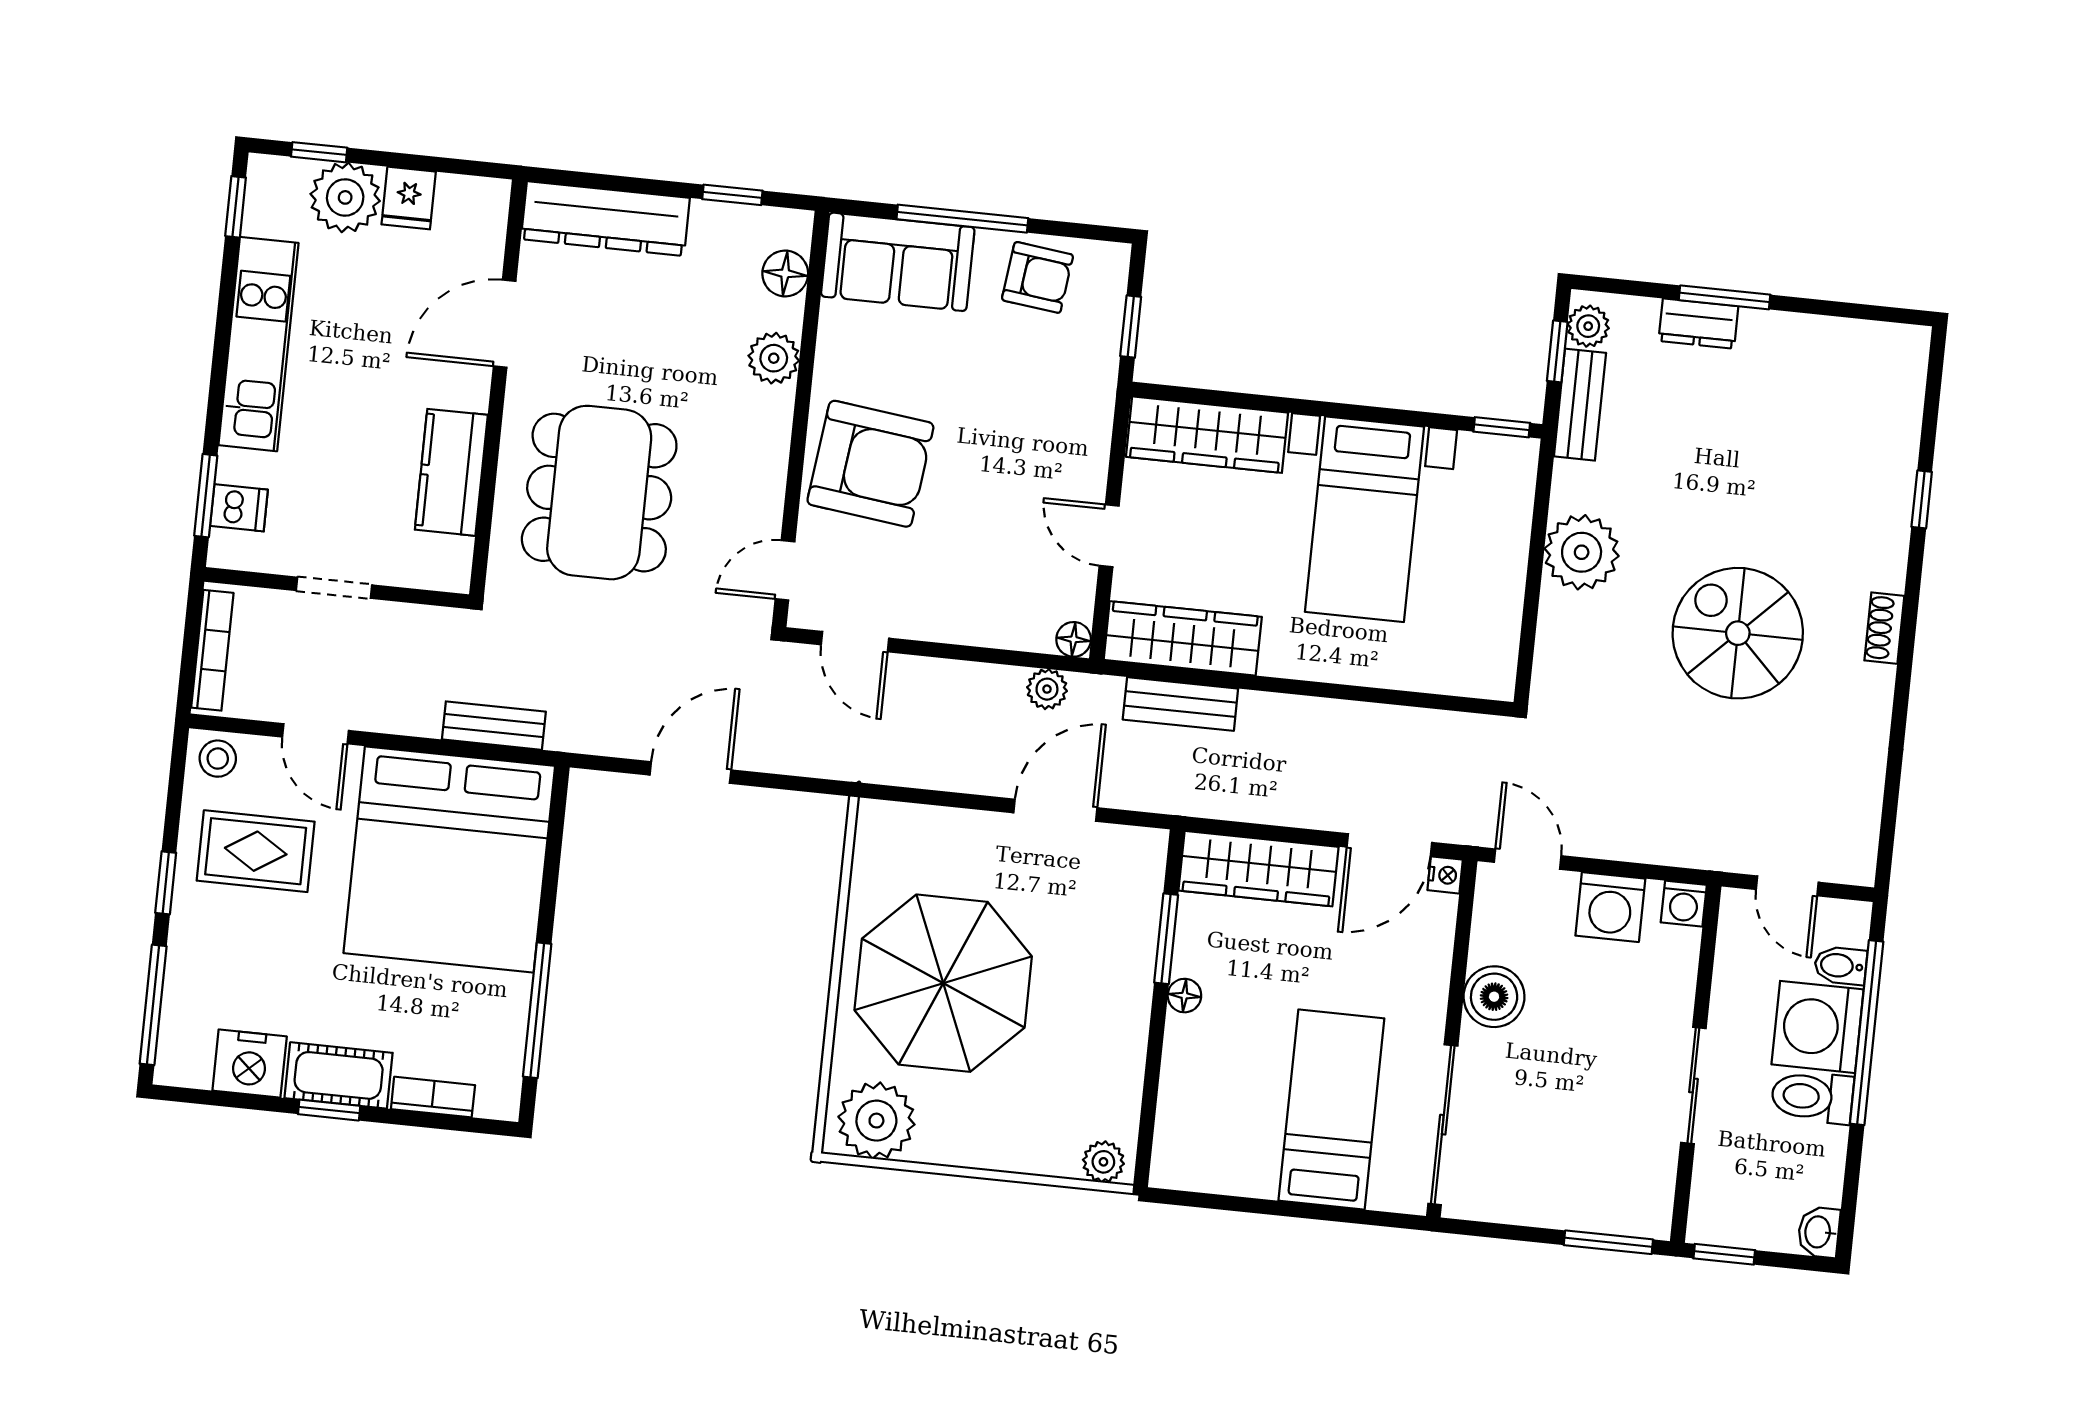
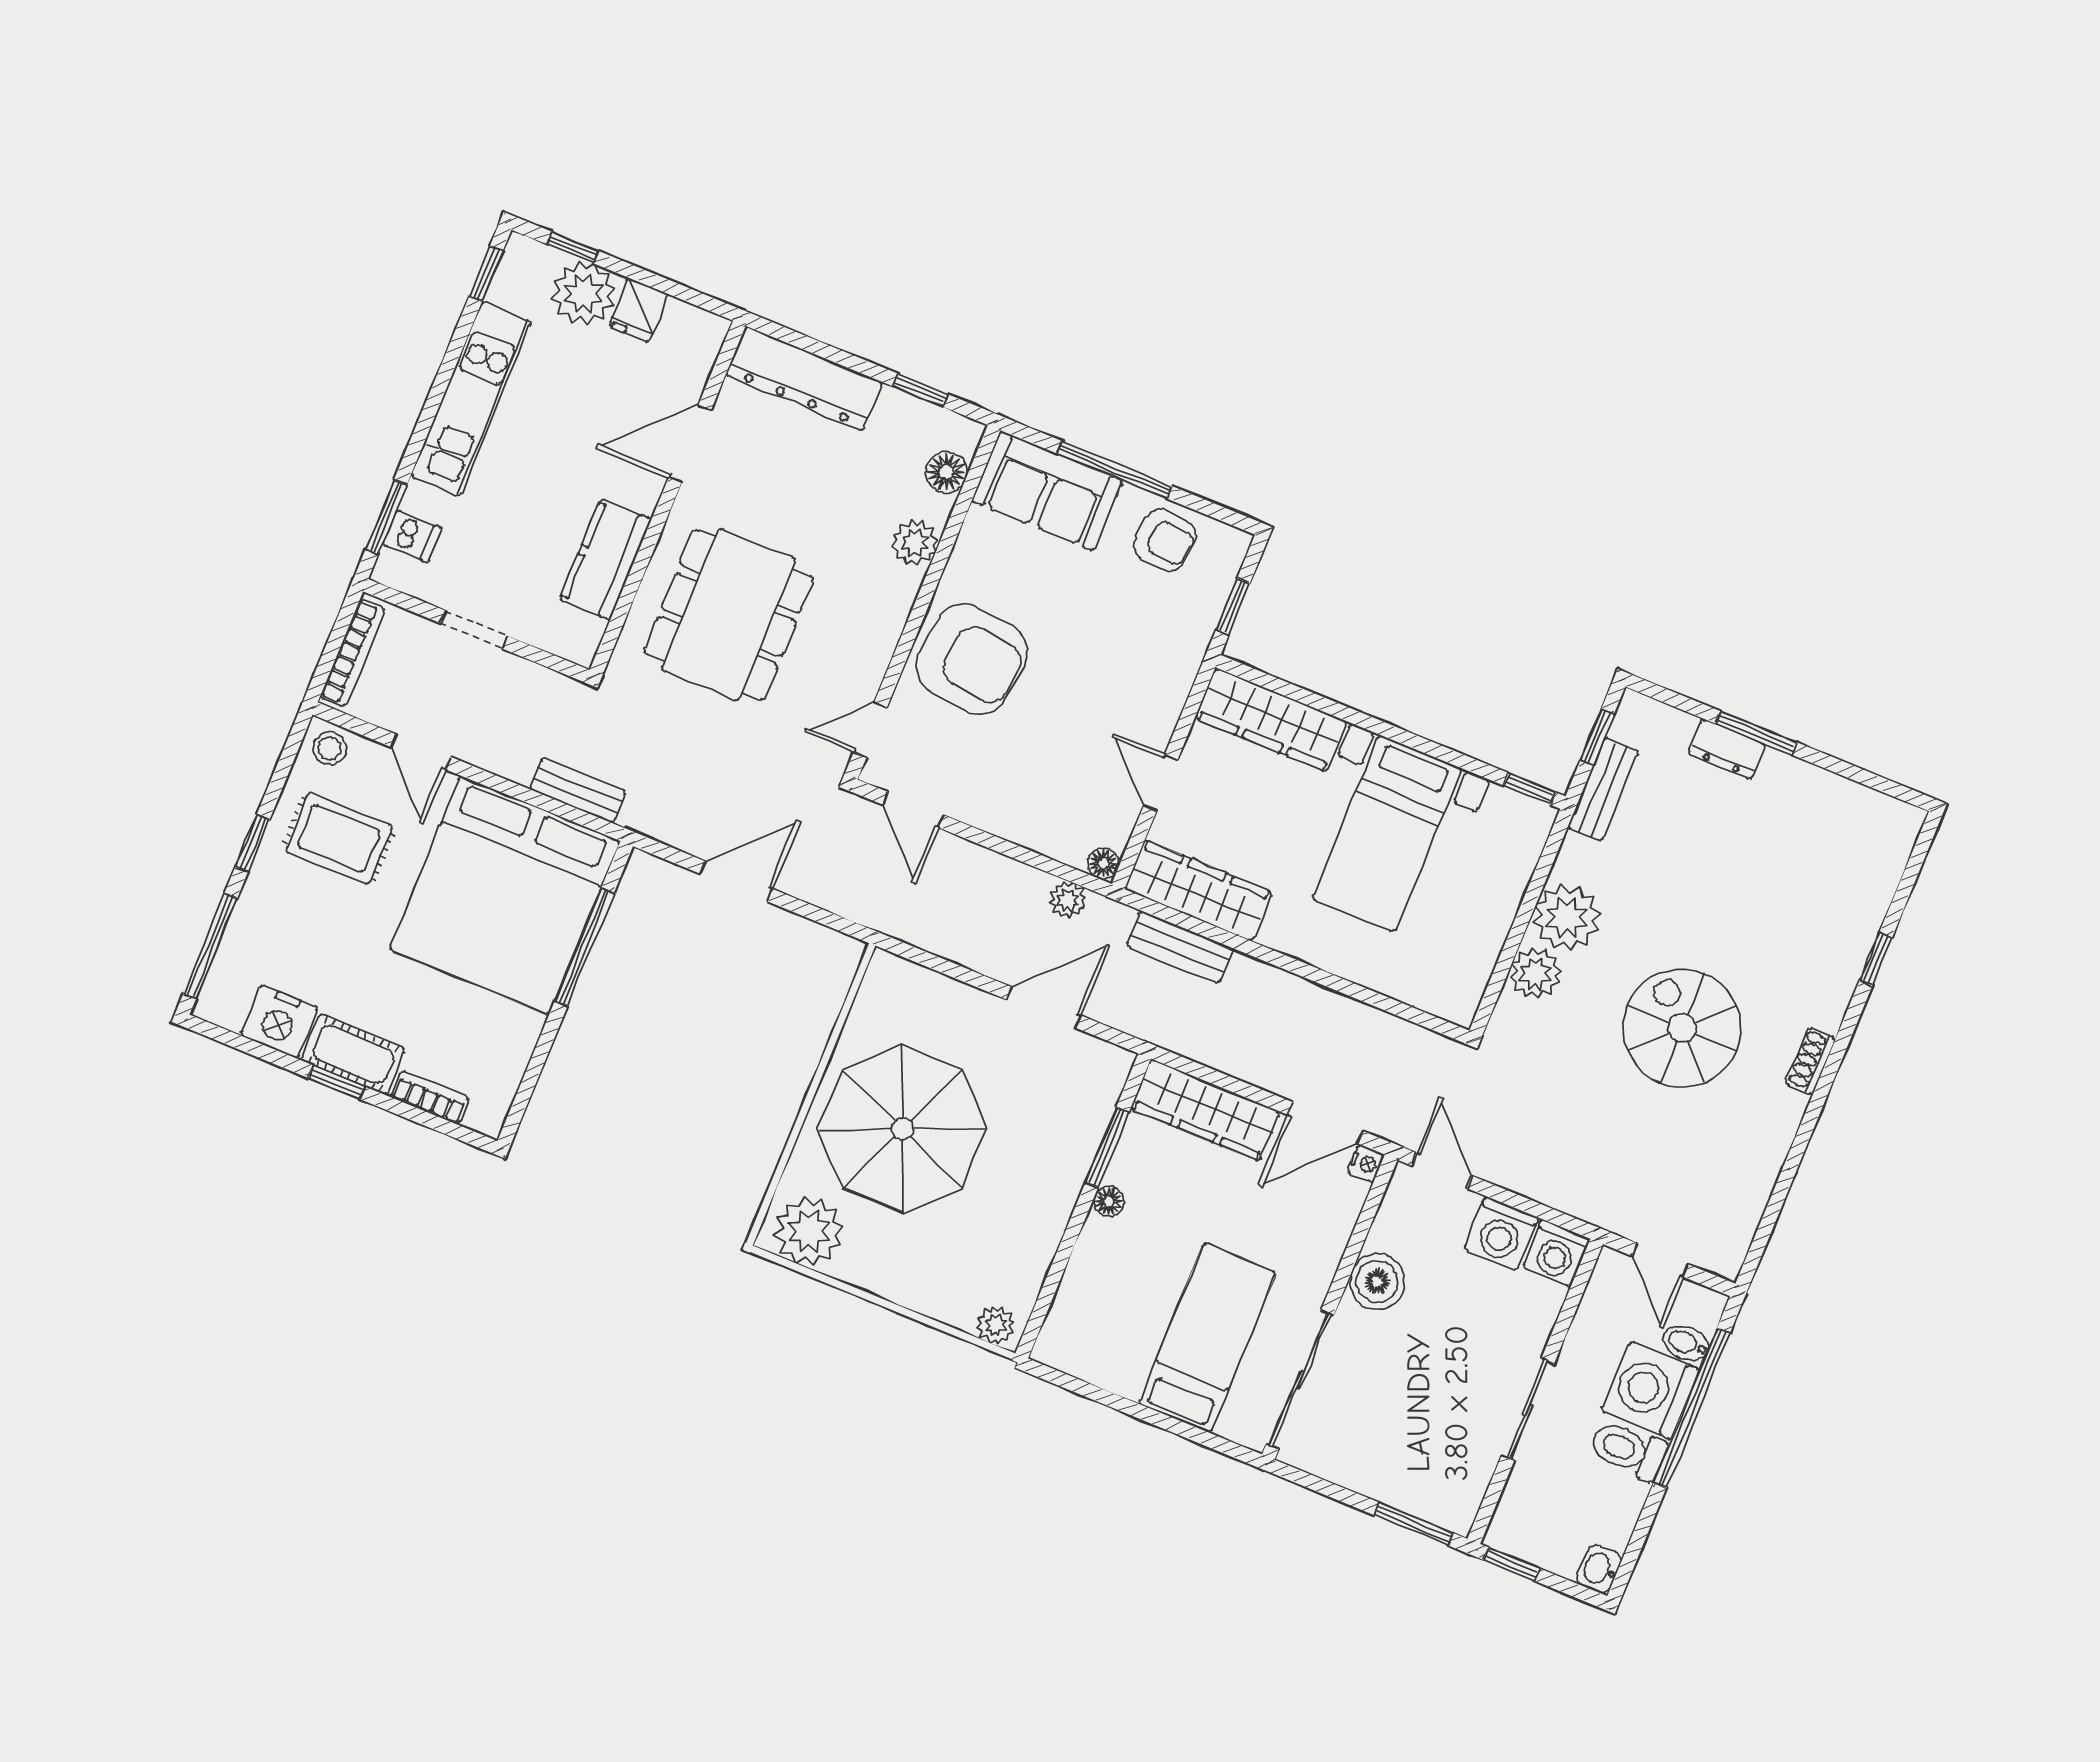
plant: (1588, 326) -> (1535, 973), moved, width x1.38, depth x1.38
washing machine: (1684, 904) -> (1556, 1253), width x1.38, depth x1.38
window: (537, 1010) -> (584, 947), moved

